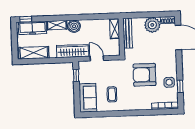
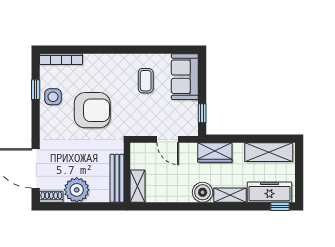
wardrobe: (73, 51) -> (215, 152), width x0.67

